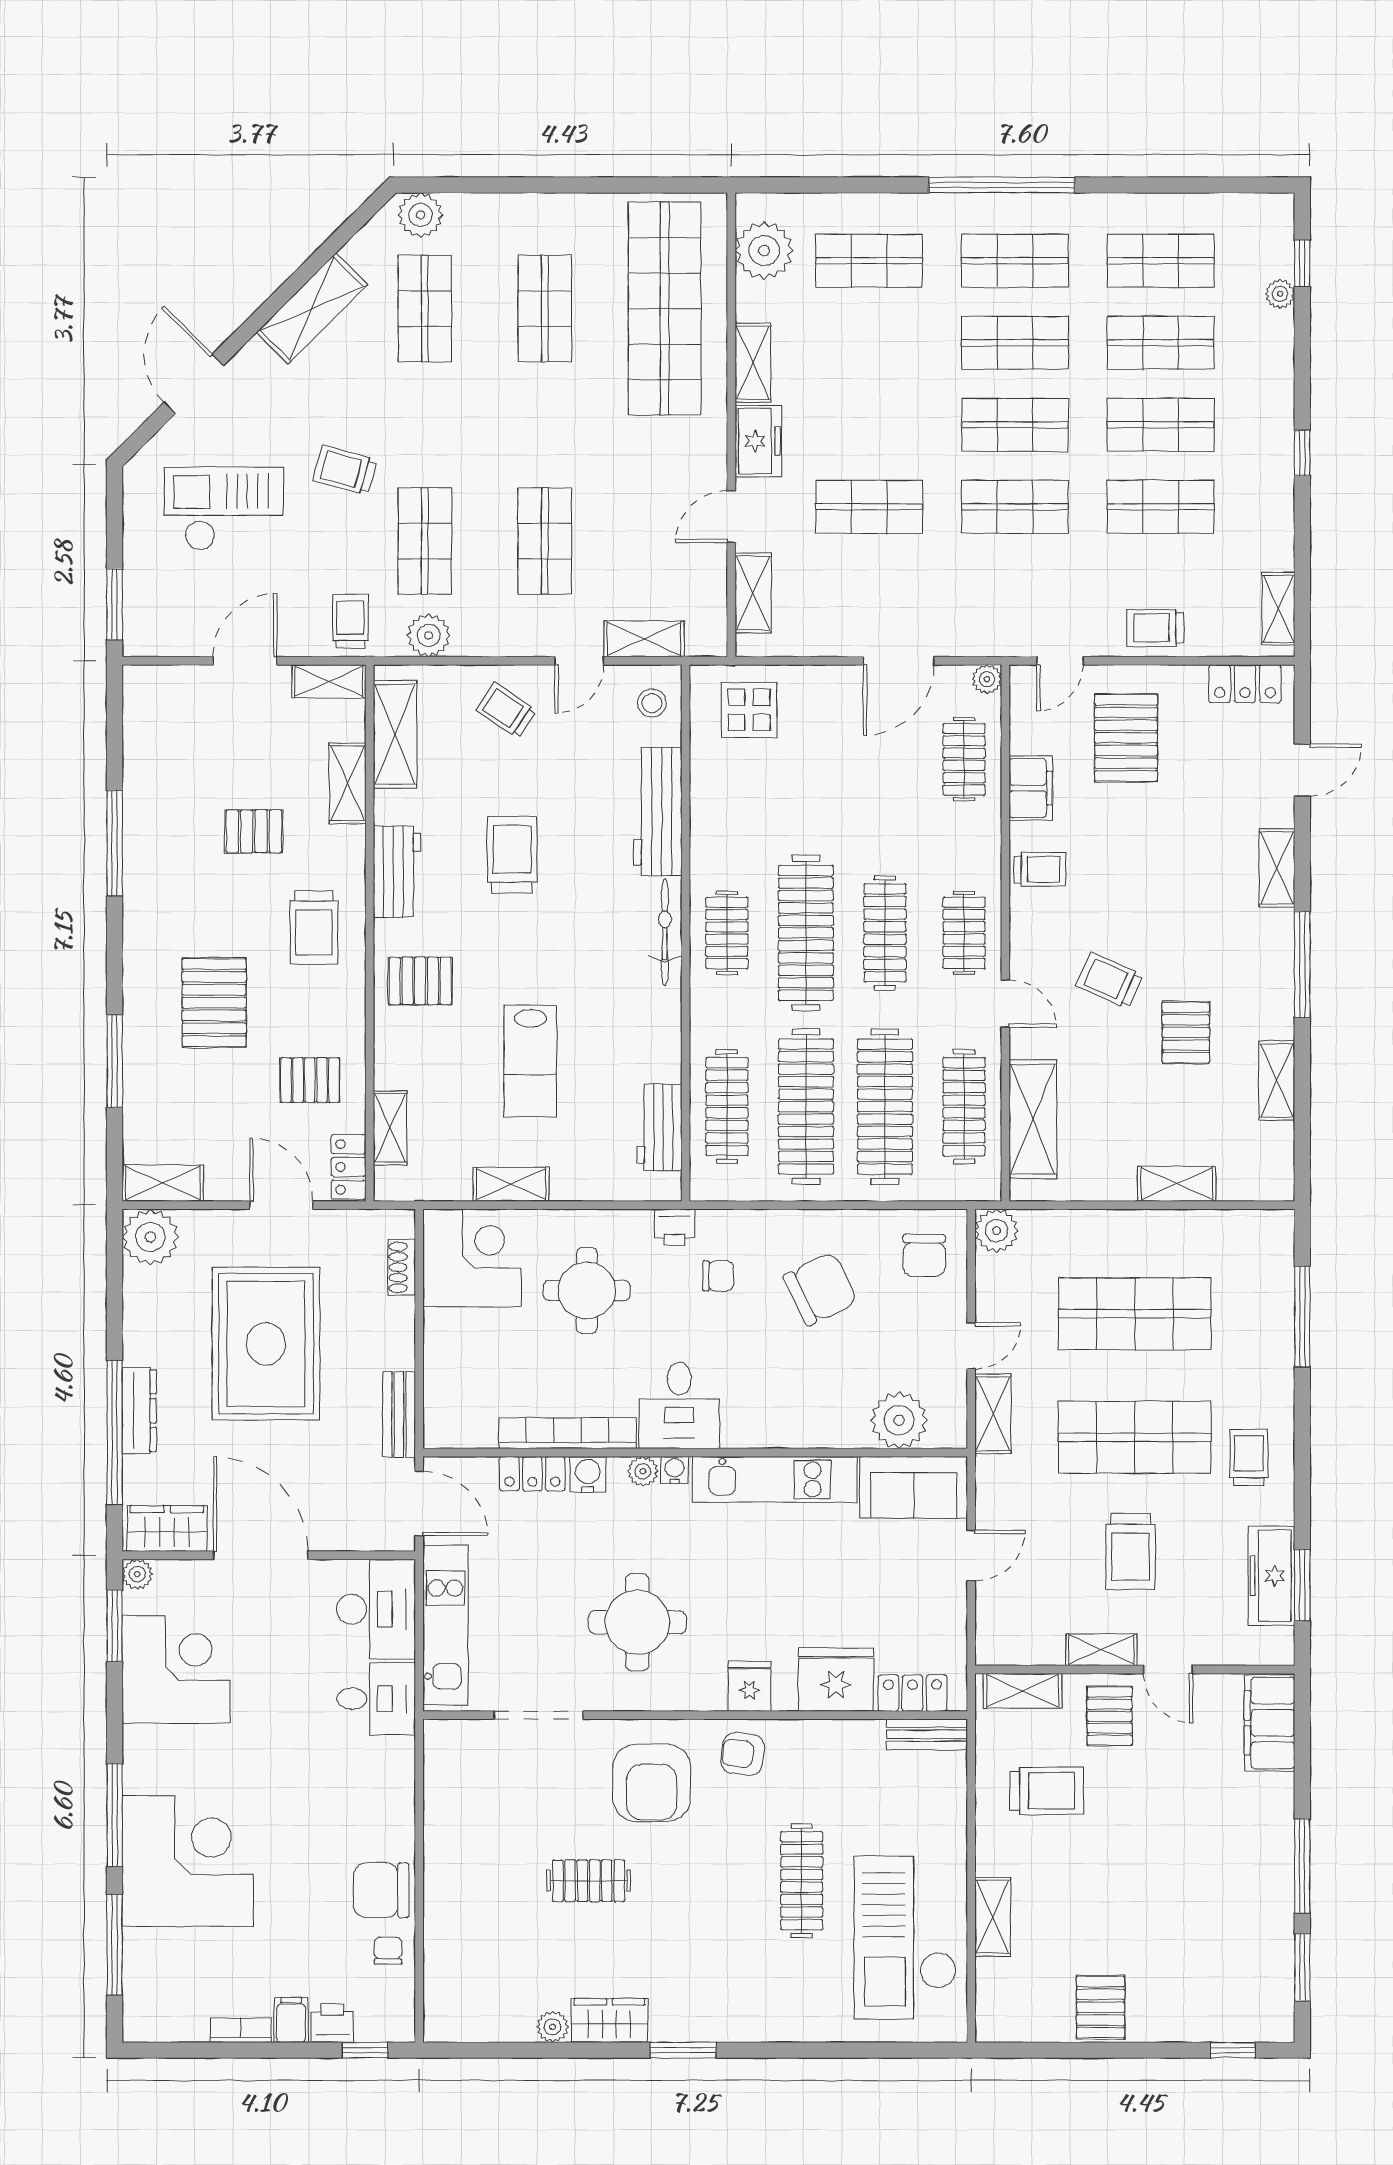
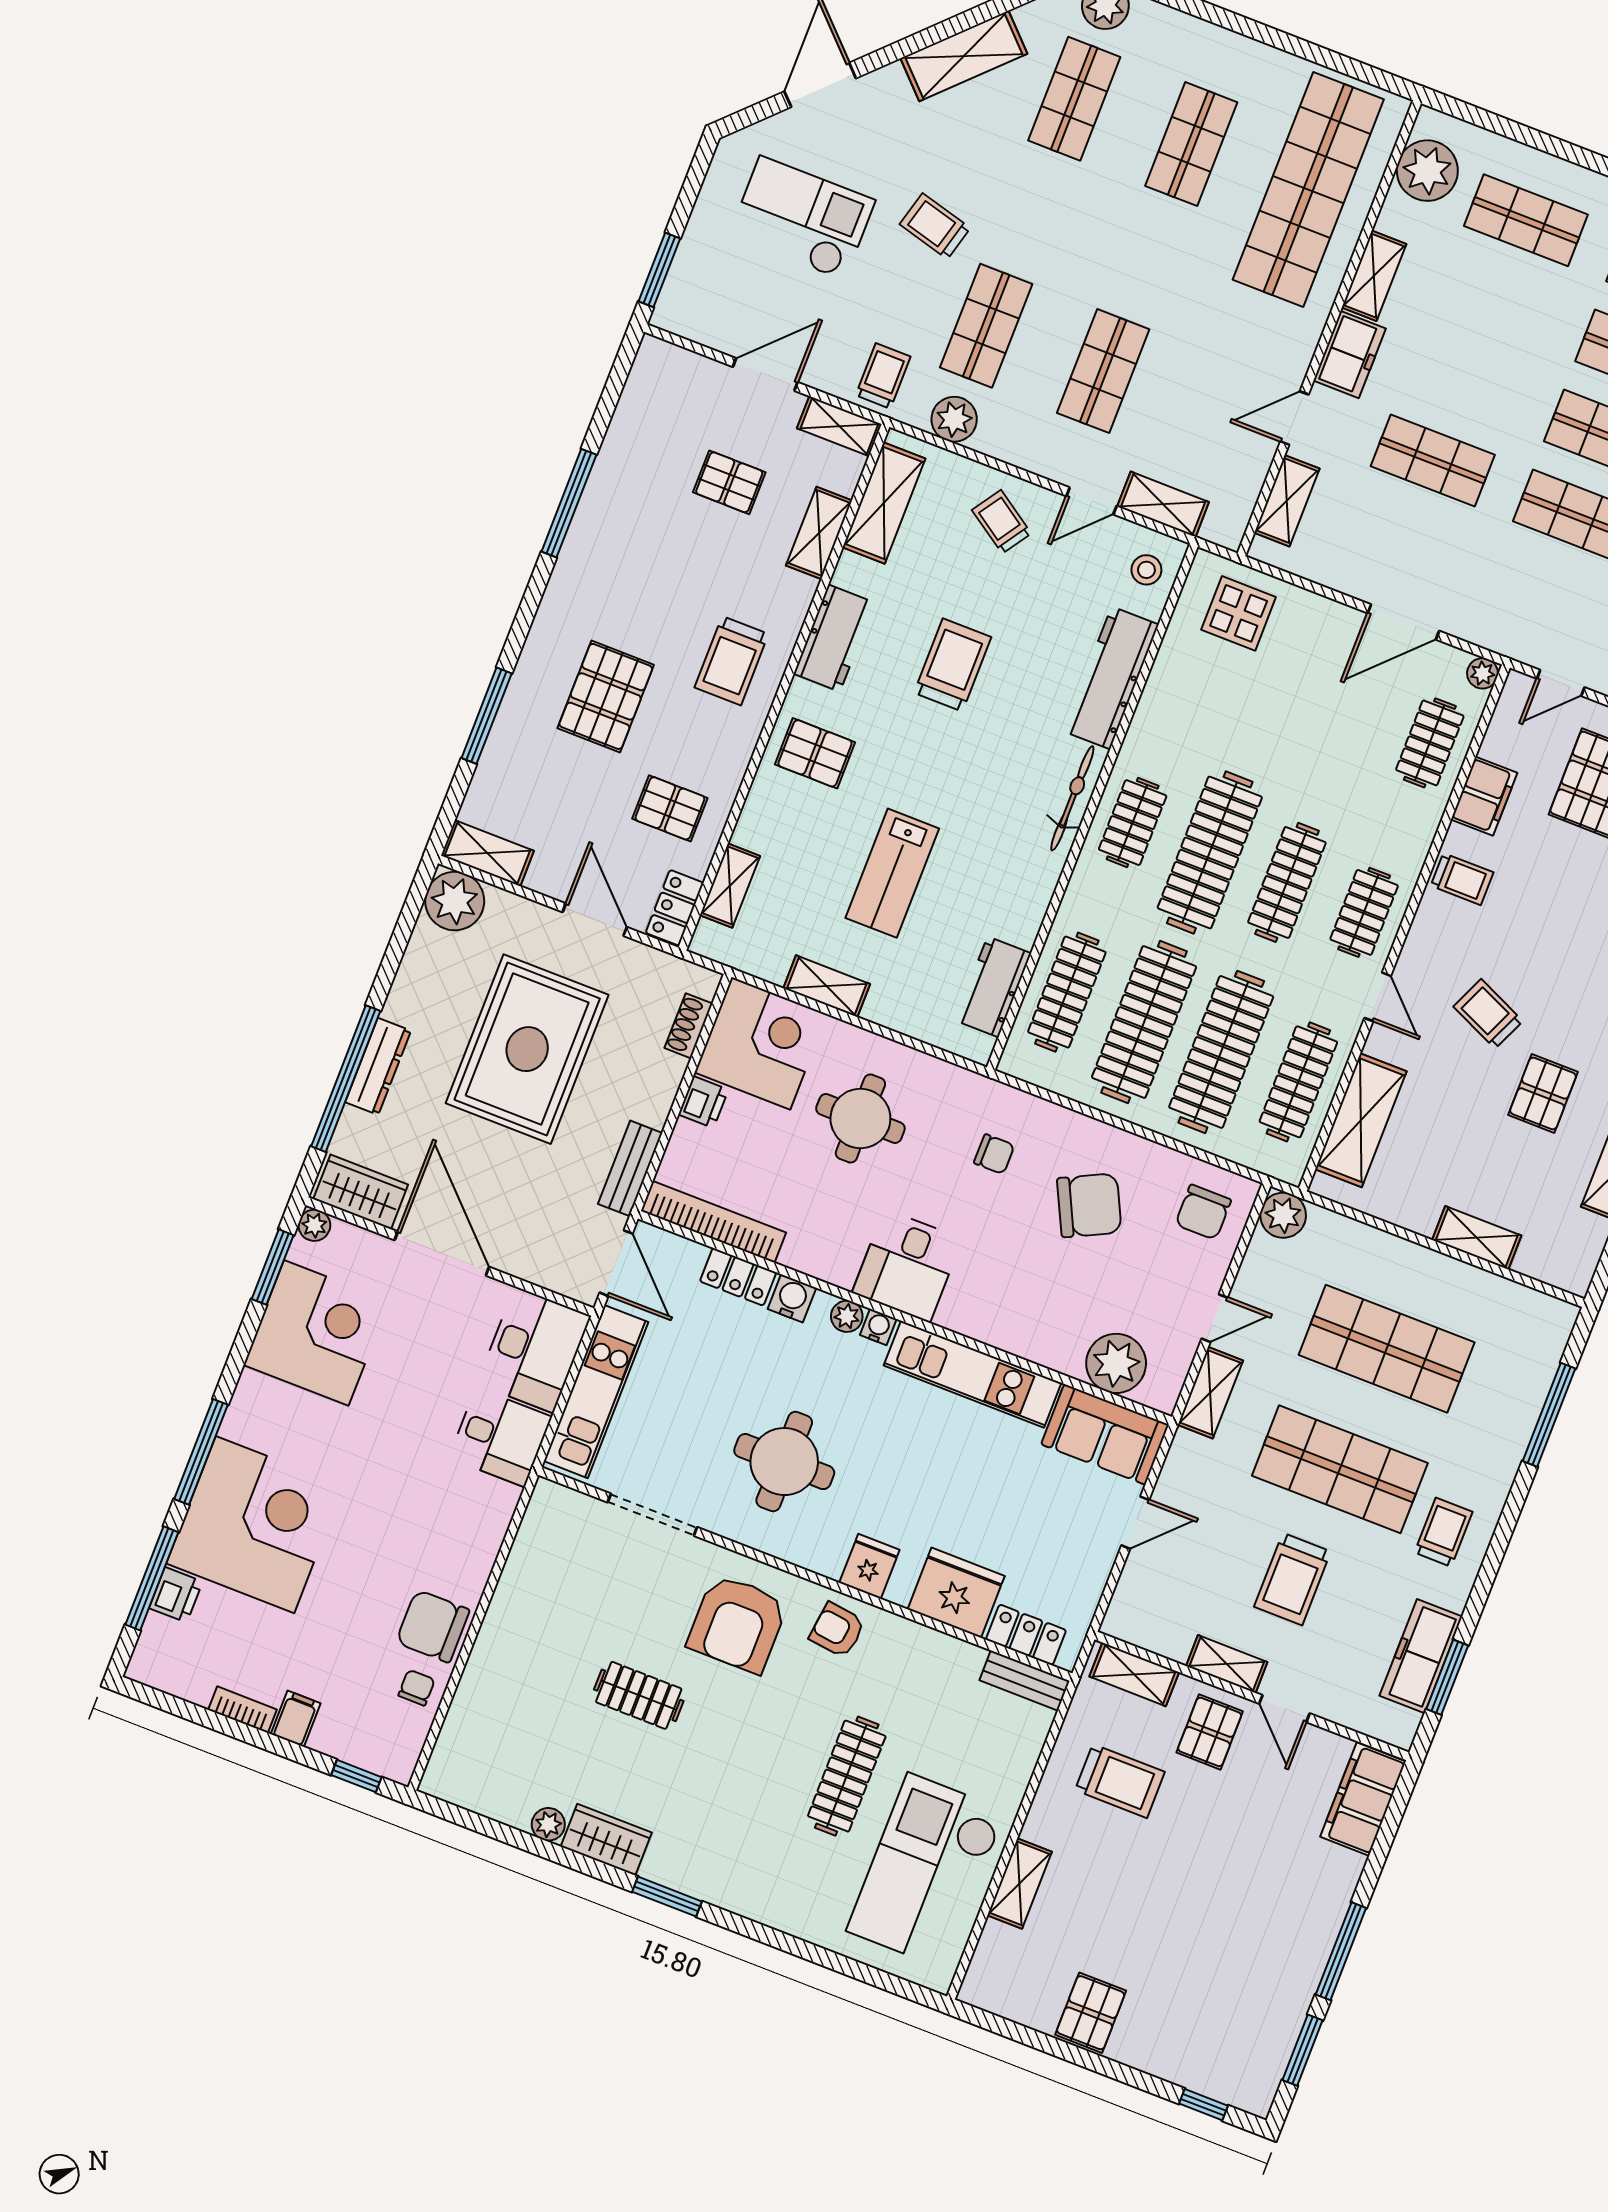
pallet: (254, 831) -> (729, 482), moved
printer: (675, 1227) -> (703, 1102), moved, turned -90
bookcase: (568, 1433) -> (713, 1222), moved
printer: (332, 2023) -> (176, 1595), moved, turned 90

